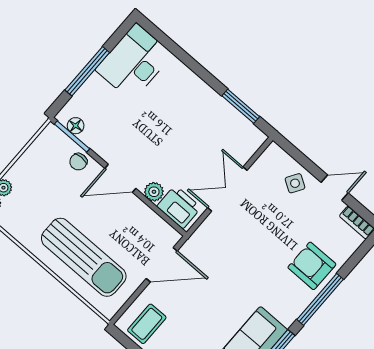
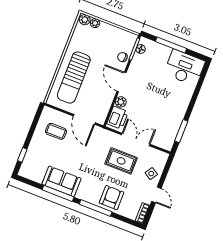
rug: (255, 227) -> (121, 161), added
coffee table: (147, 324) -> (56, 131), moved

